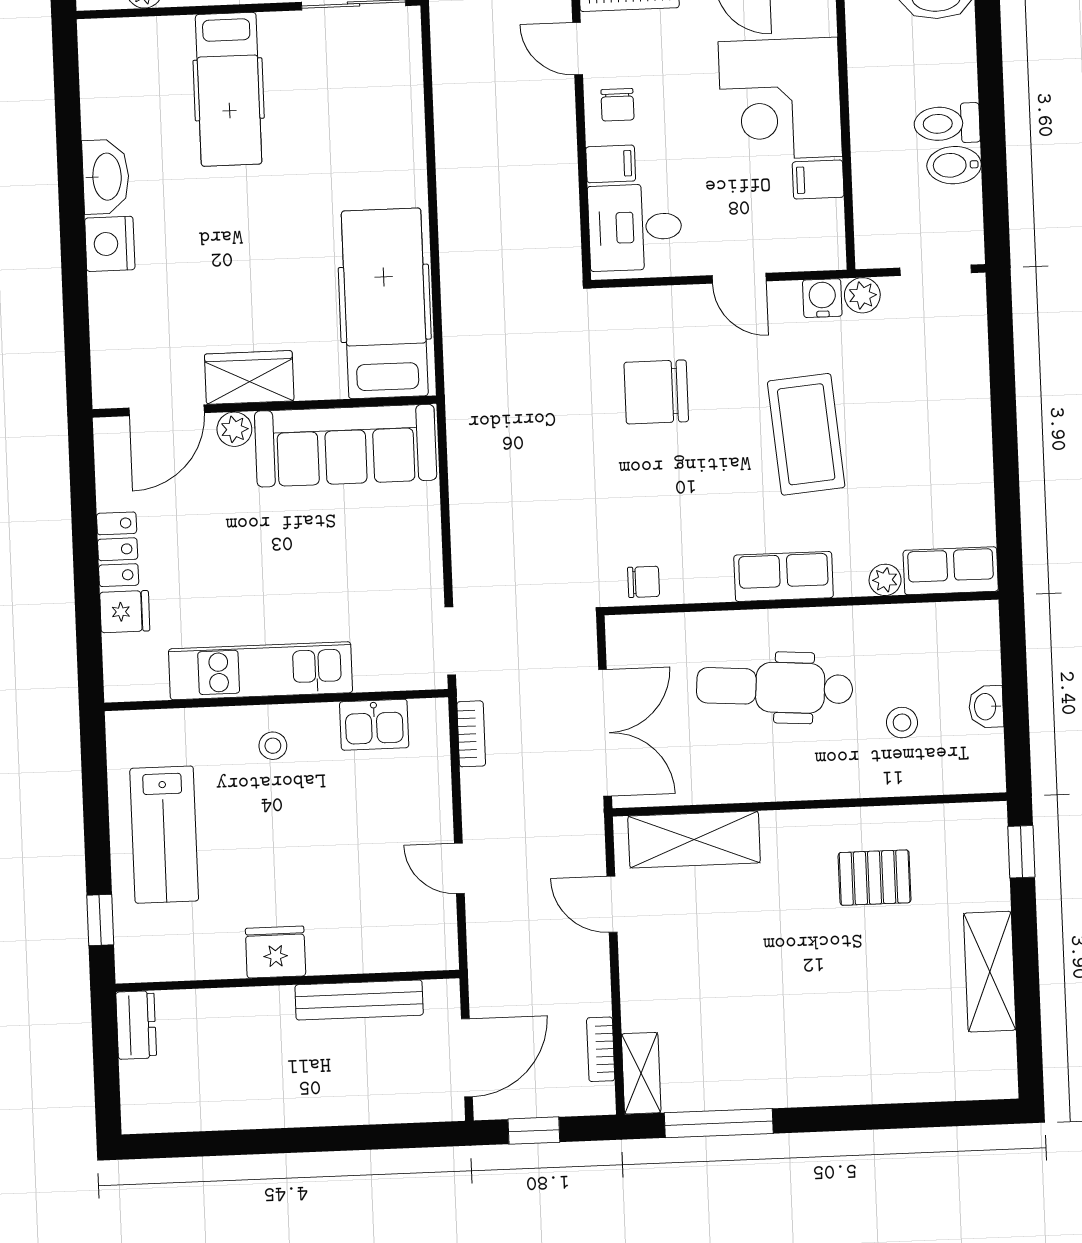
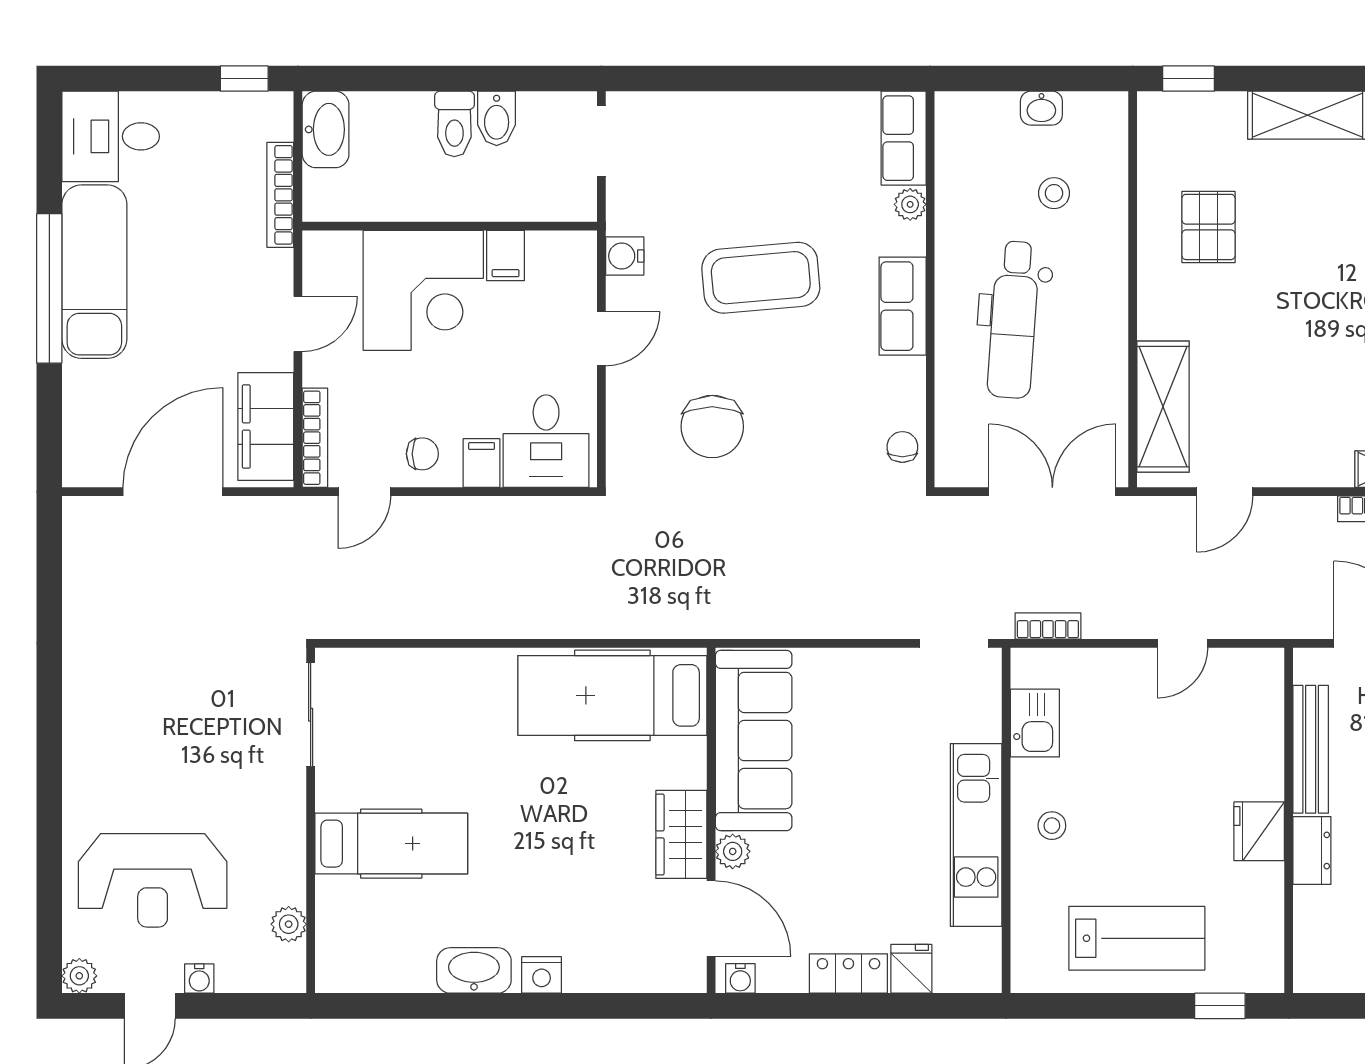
nightstand: (110, 244) -> (542, 975), width x0.74, depth x0.75
plant: (862, 295) -> (624, 216), removed
water cooler: (108, 442) -> (740, 978), added
dresser: (136, 1025) -> (1312, 850), moved, turned 90

